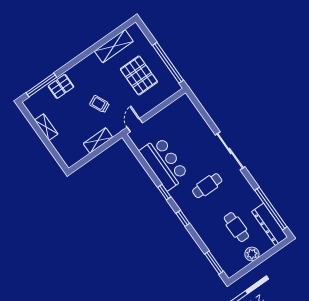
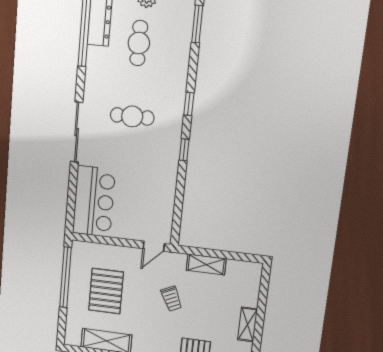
bar counter: (164, 163) -> (94, 201), moved, turned 180

